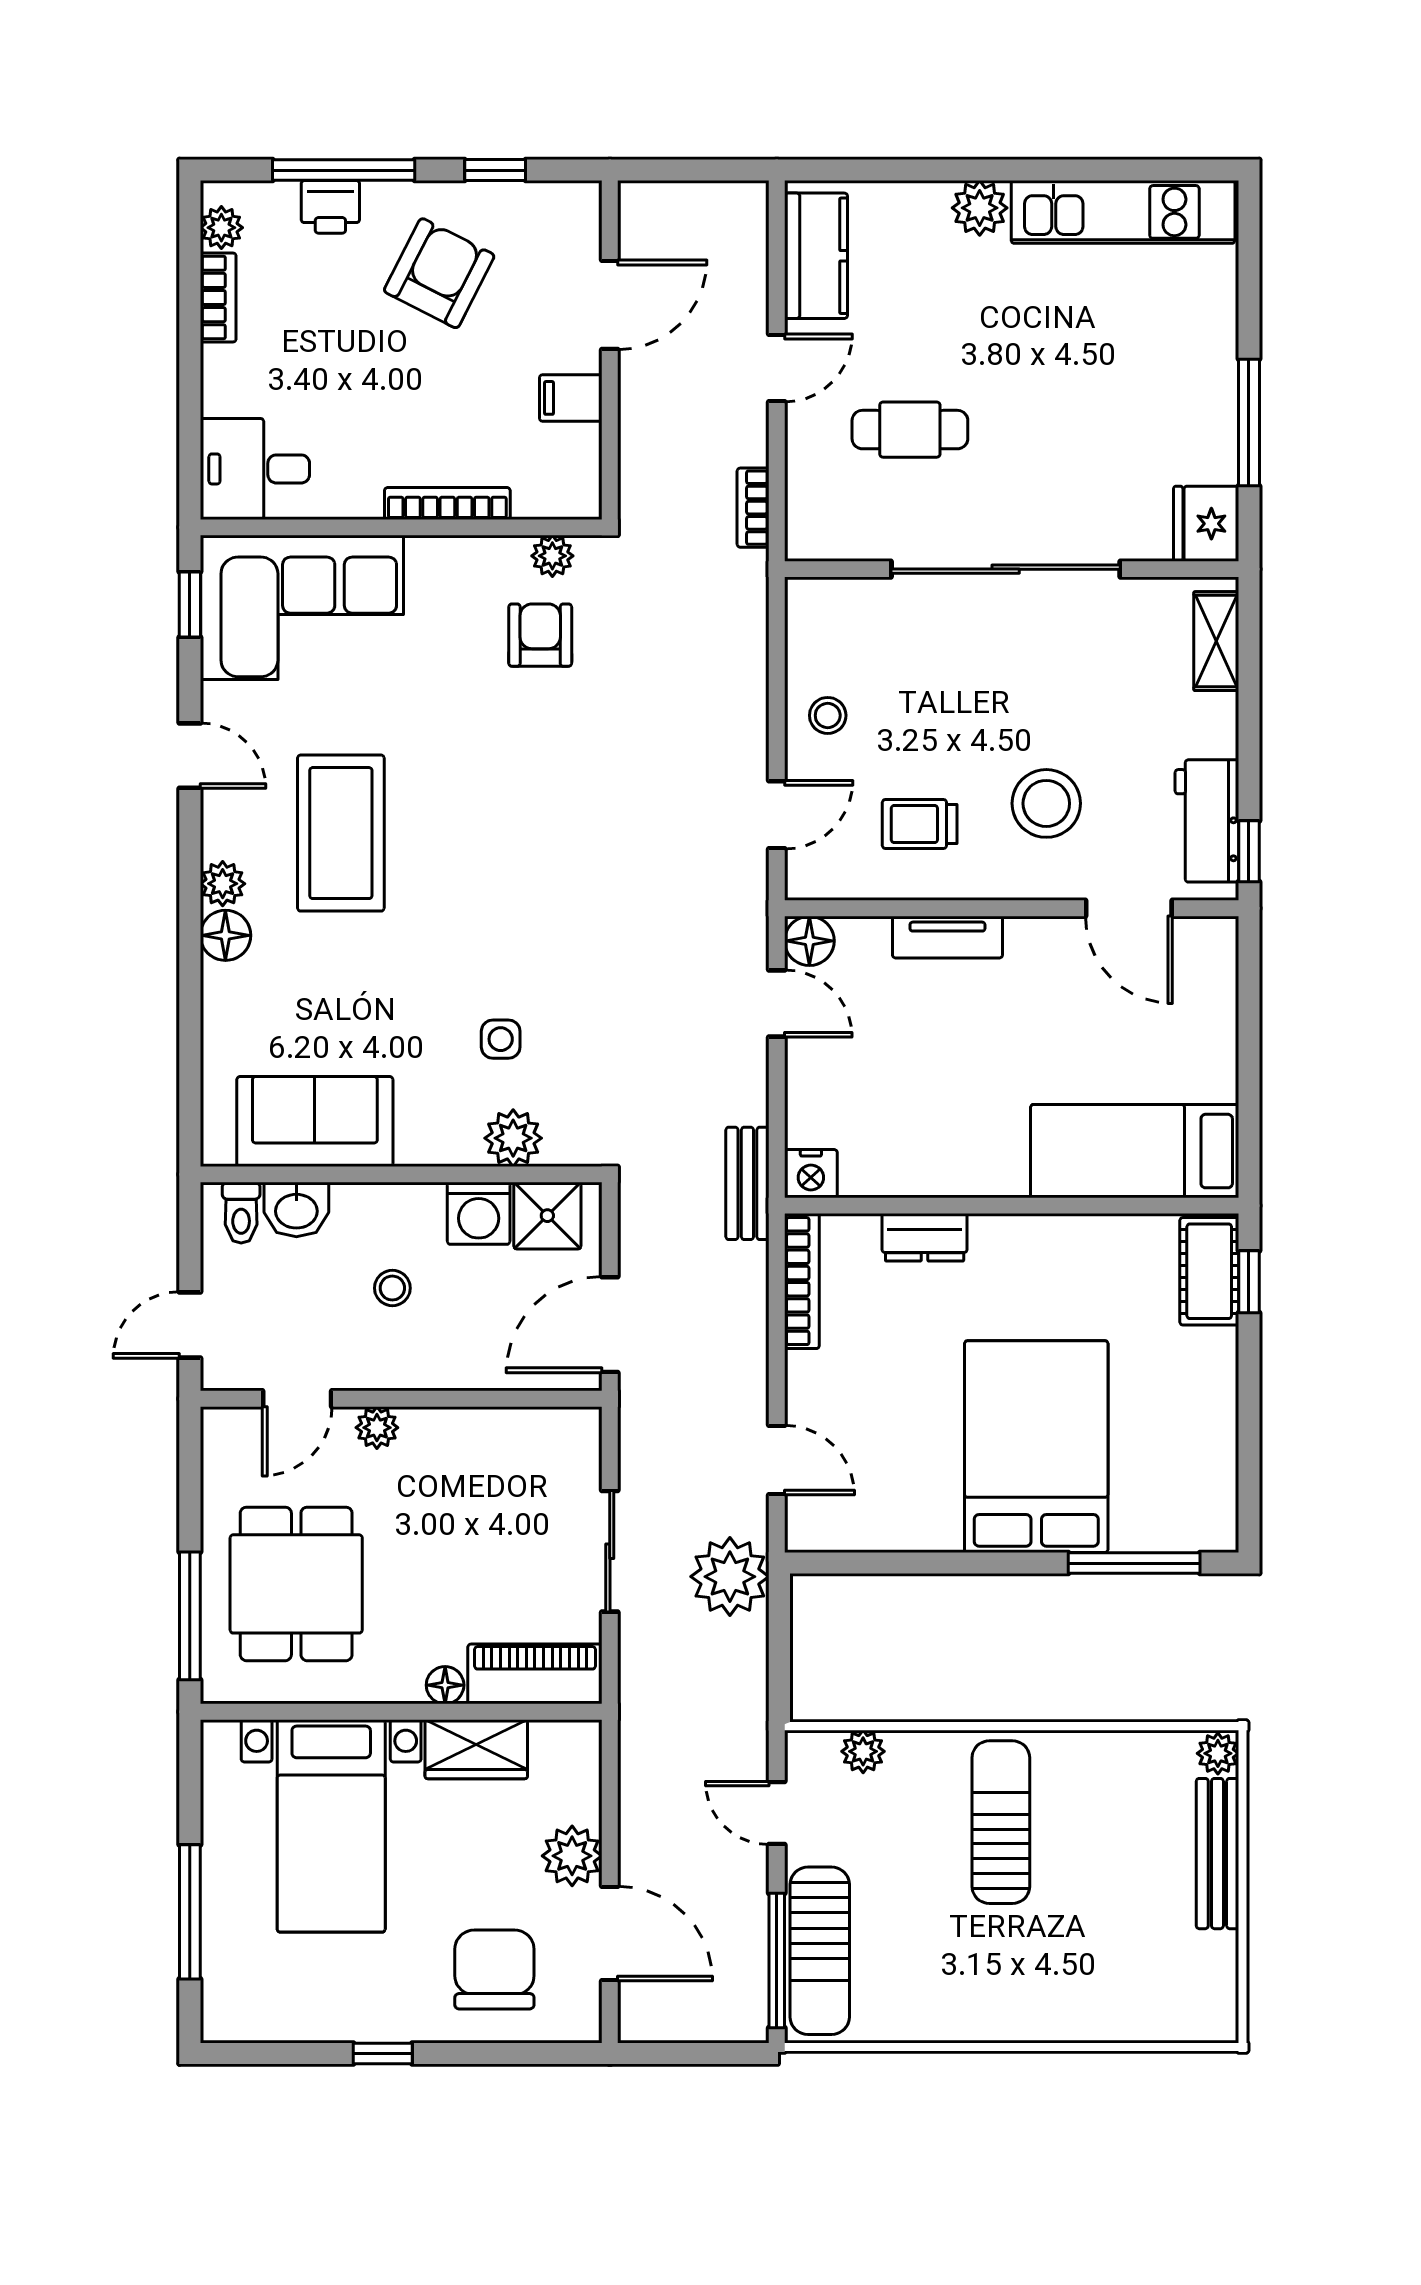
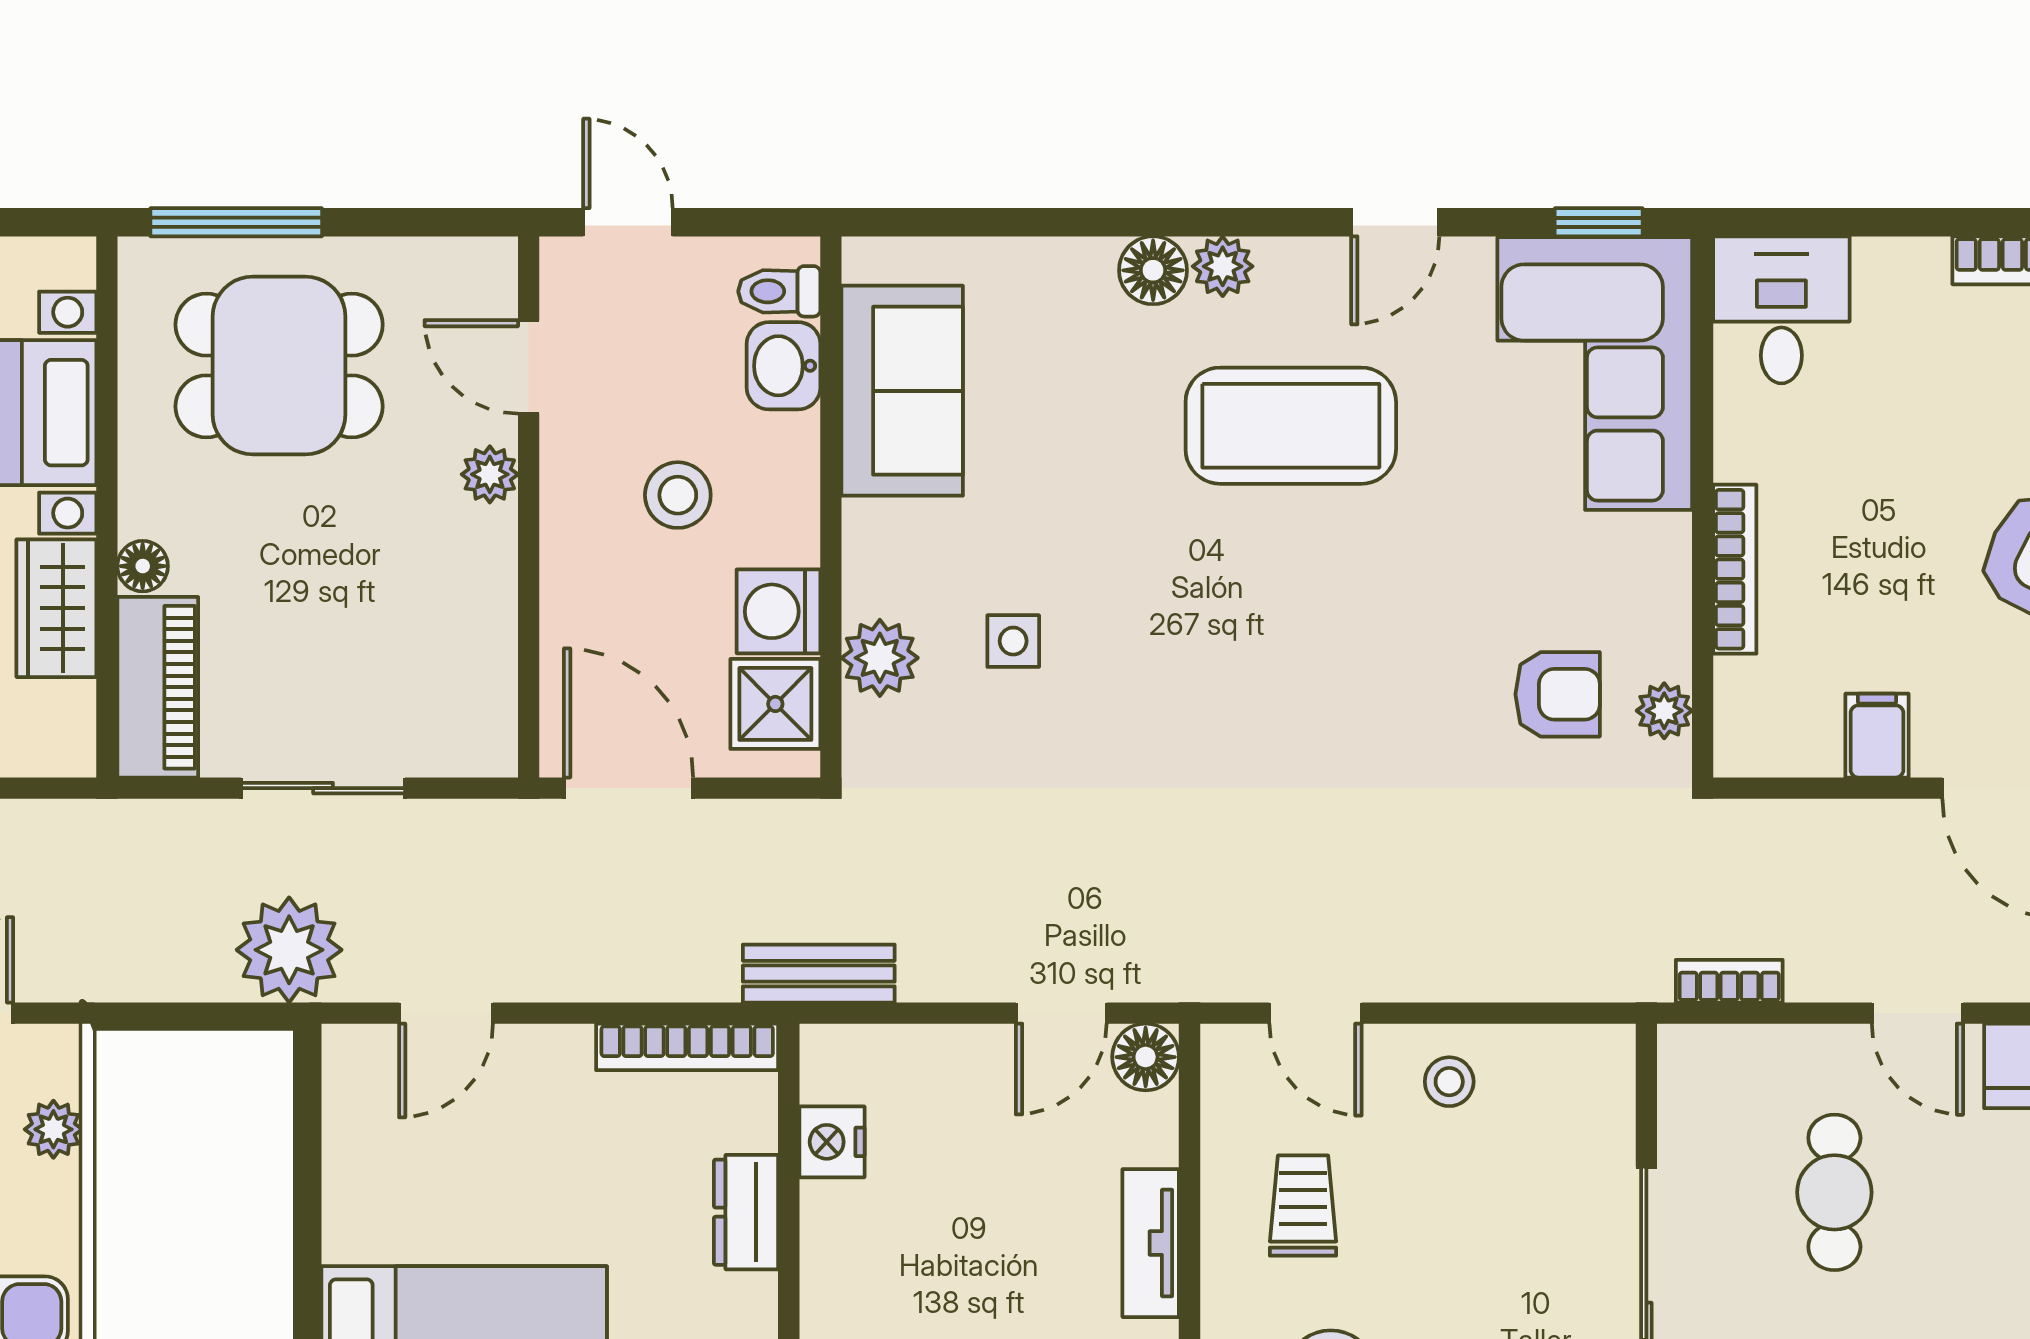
nightstand: (811, 1174) -> (832, 1142), moved
stool: (392, 1288) -> (678, 495), width x1.37, depth x1.37

